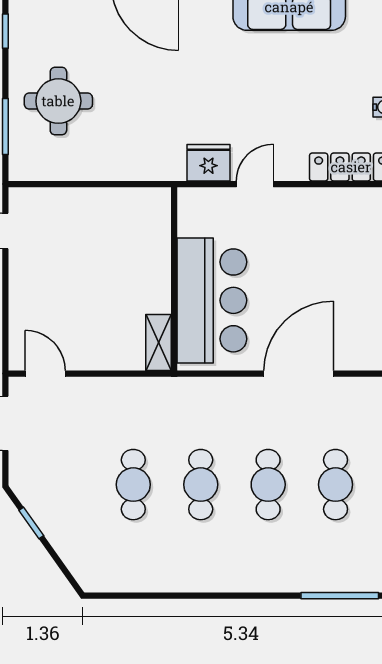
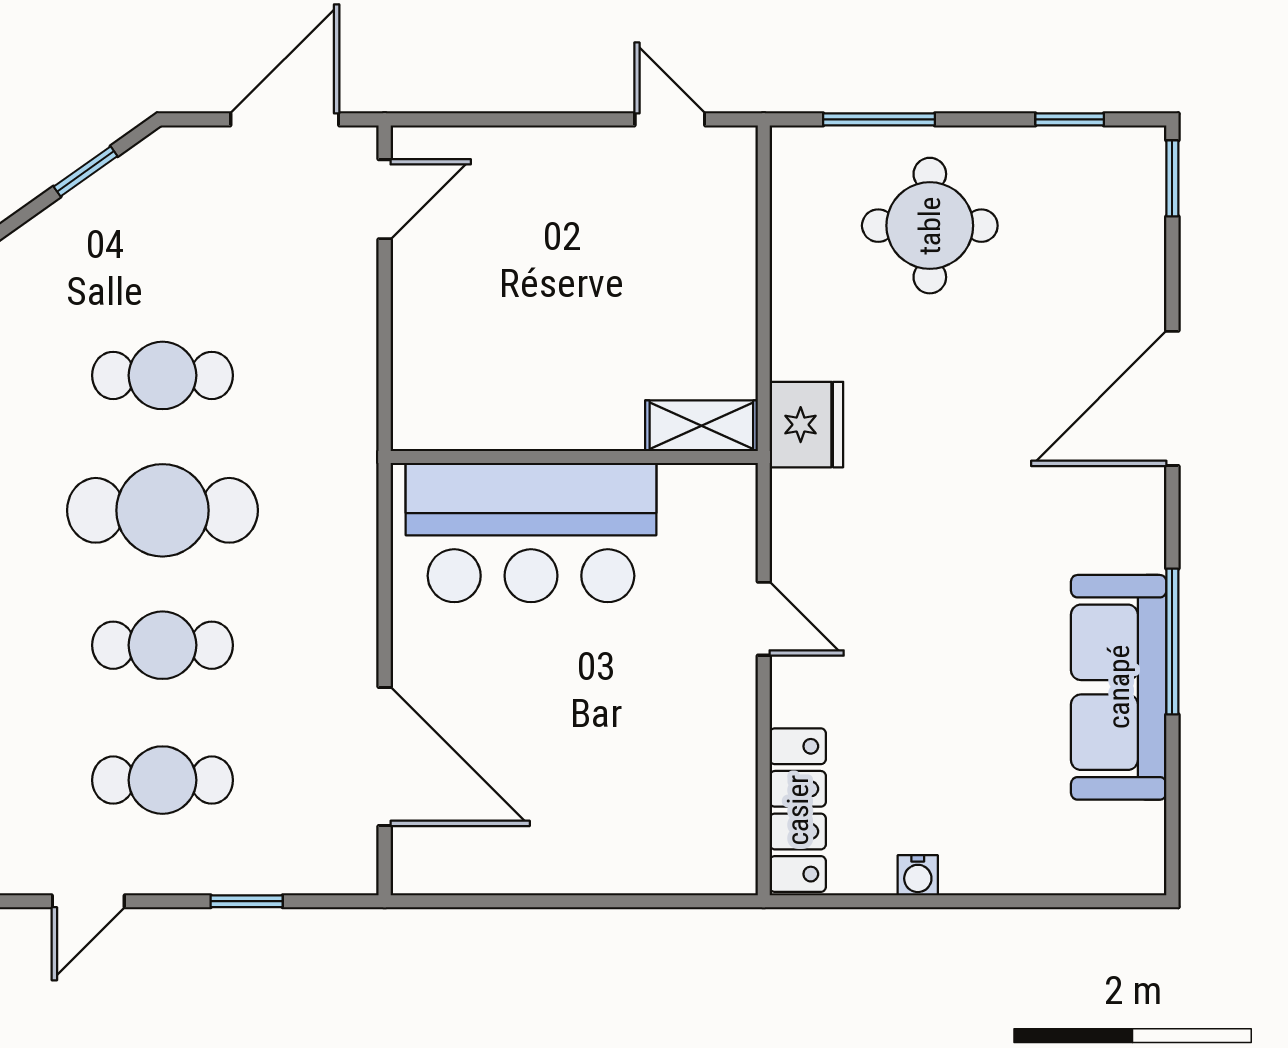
fridge: (208, 163) -> (806, 425), moved
shelving: (158, 342) -> (701, 426), moved
door: (299, 374) -> (385, 756), moved
cafe table: (201, 485) -> (162, 510), width x1.37, depth x1.35

